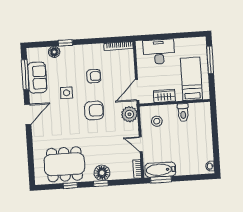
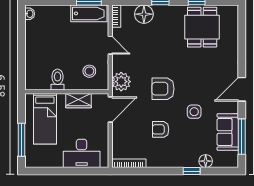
dining table: (64, 164) -> (202, 27), width x0.73
floor lamp: (102, 173) -> (144, 14), moved

